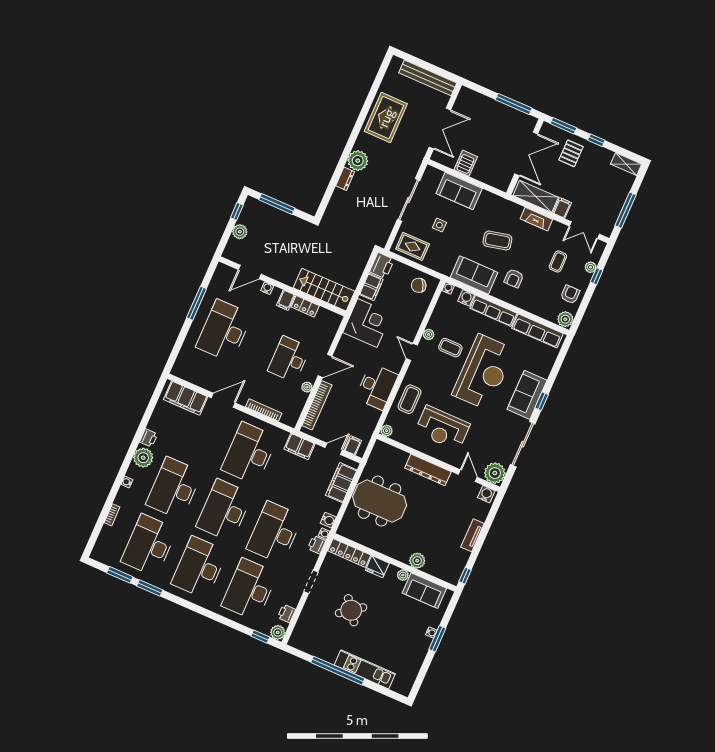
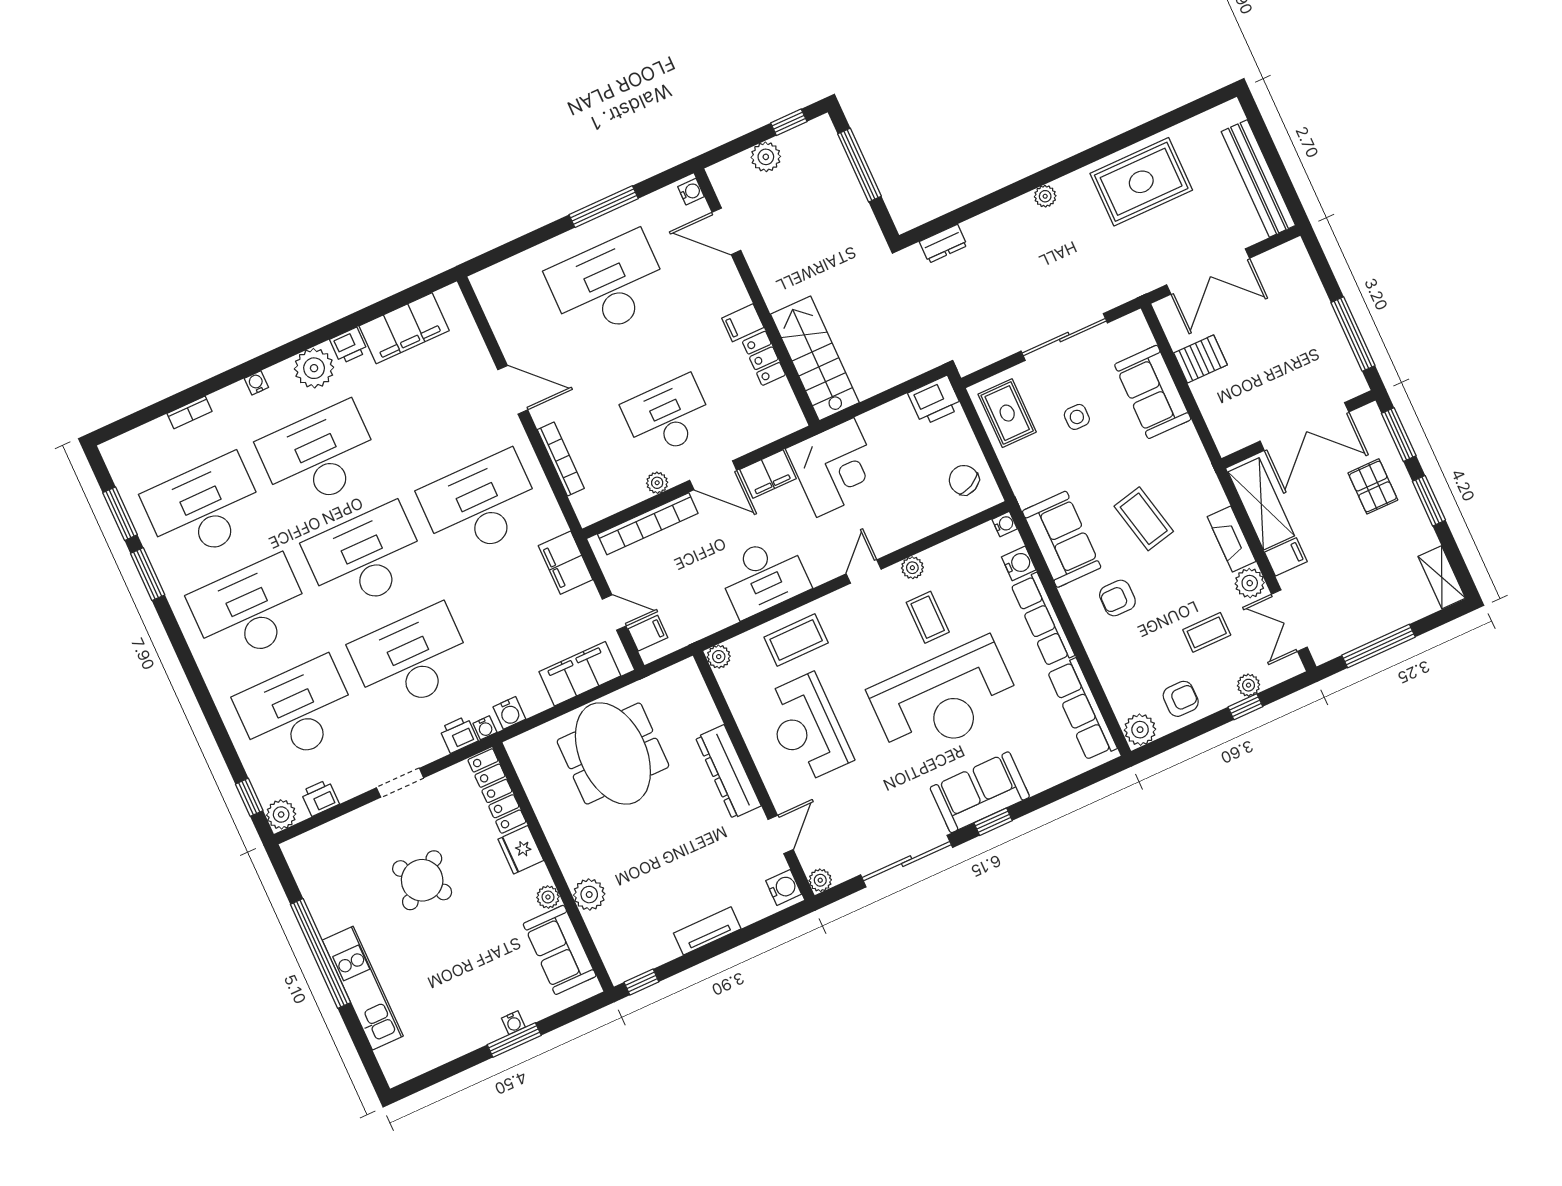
window: (596, 140) -> (1429, 501), width x1.50
pallet: (571, 153) -> (1373, 486), turned 90
plant: (358, 161) -> (1045, 196), width x0.53, depth x0.53
dresser: (345, 179) -> (943, 244), moved
plant: (557, 229) -> (1250, 583), added
filing cabinet: (371, 287) -> (768, 474), moved
water cooler: (267, 288) -> (691, 192), moved
filing cabinet: (186, 398) -> (404, 328), moved, turned -90
plant: (495, 473) -> (820, 880), width x0.53, depth x0.53

